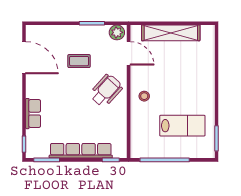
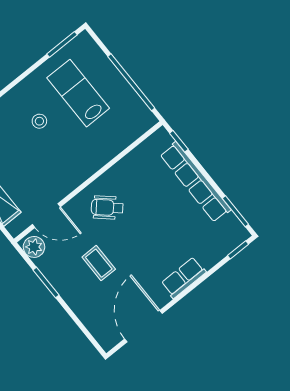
door: (129, 53) -> (46, 216), swing flipped
wheelchair: (106, 91) -> (107, 208), width x0.73, depth x0.73
stool: (144, 96) -> (39, 121), moved
row of seats: (33, 114) -> (184, 278), moved

